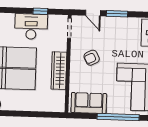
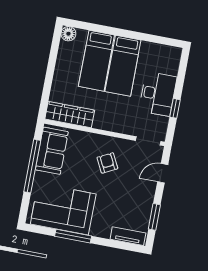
window: (117, 14) -> (154, 217), moved
wardrobe: (59, 71) -> (70, 115), moved
window: (118, 117) -> (32, 166), moved

